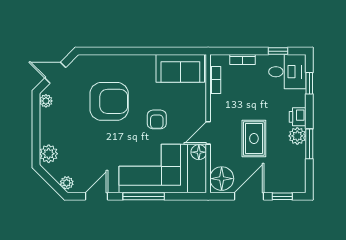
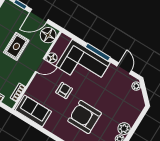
plant: (49, 154) -> (124, 129), moved
door: (96, 196) -> (124, 68), swing flipped

